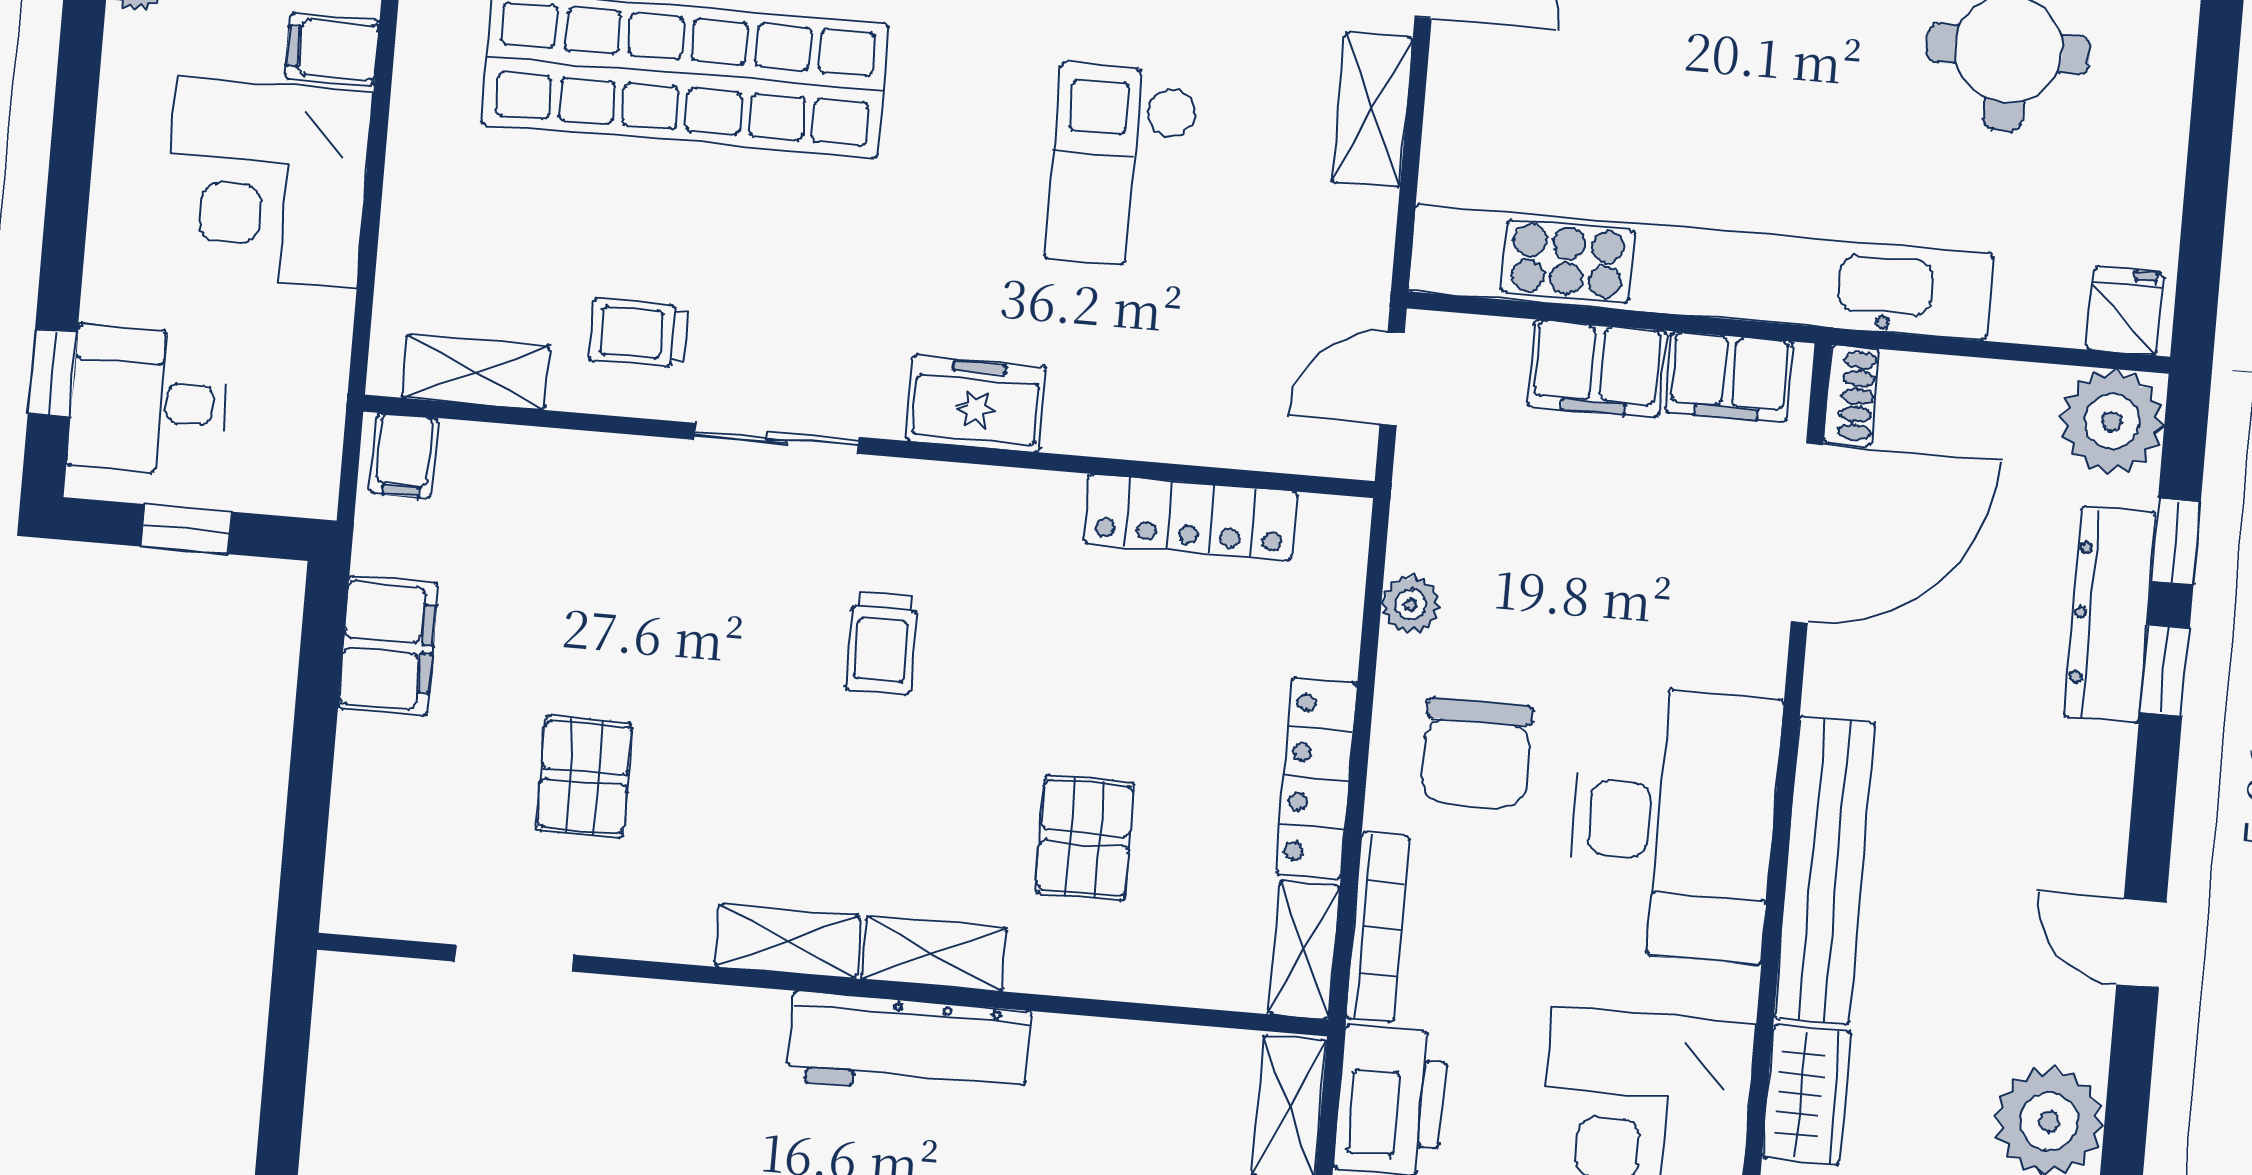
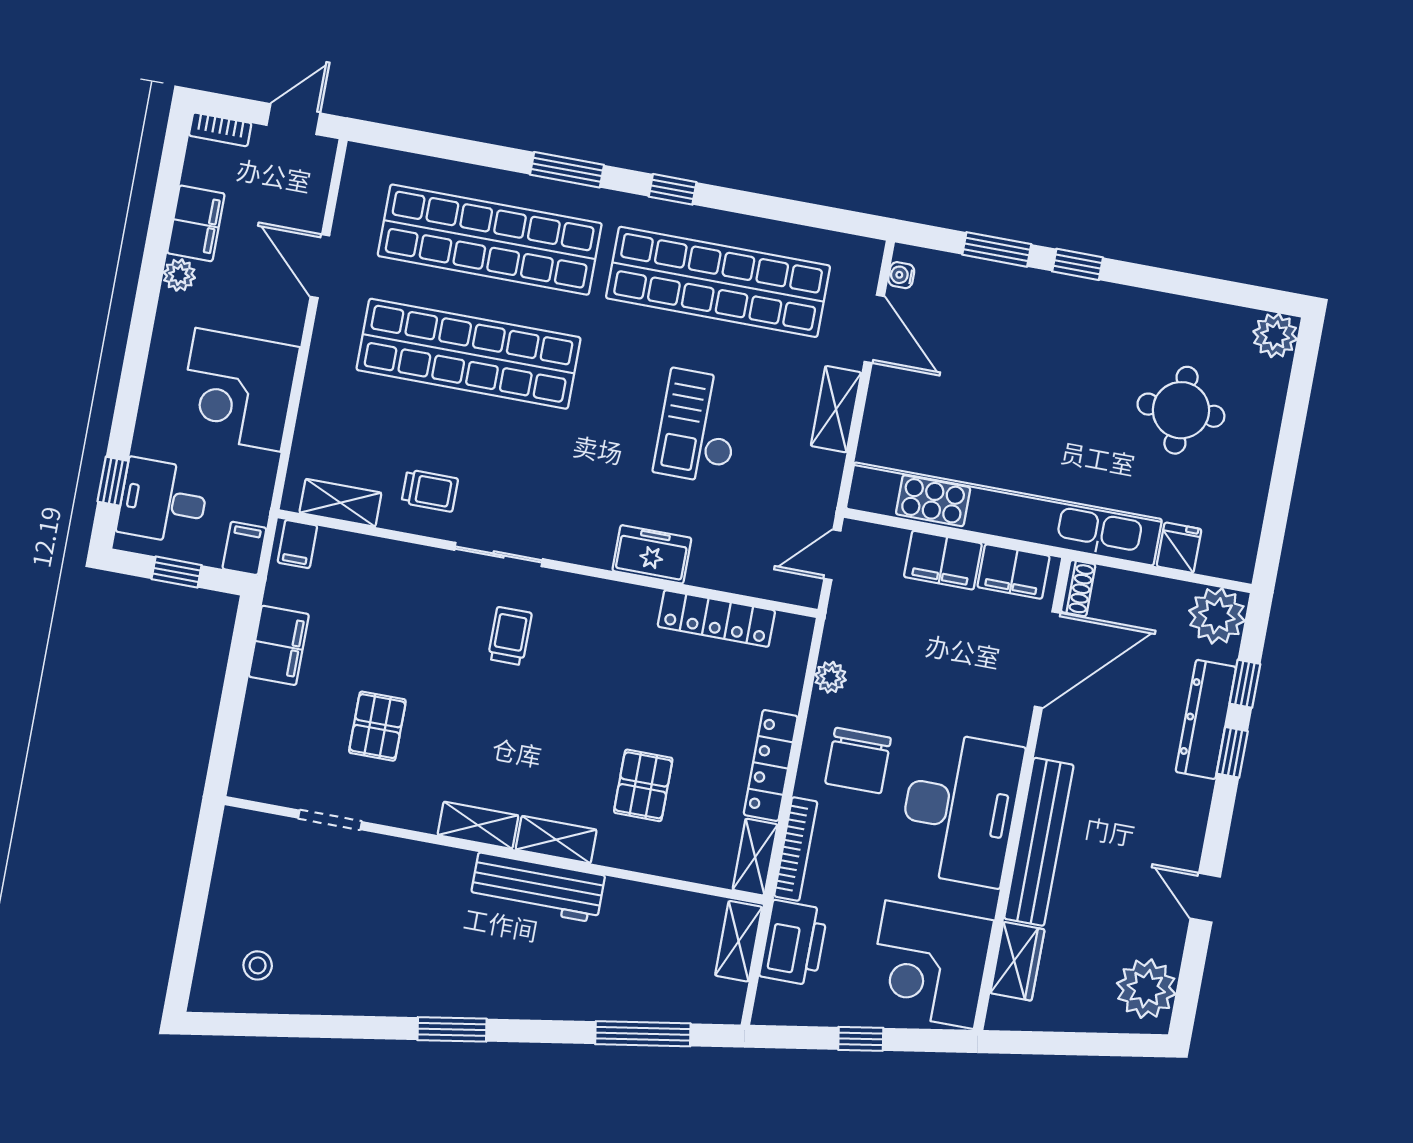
filing cabinet: (332, 49) -> (244, 548), moved, turned 90
fridge: (2125, 311) -> (1179, 548), moved
trolley: (638, 333) -> (430, 491), turned 180
freezer: (976, 403) -> (652, 554), moved
trolley: (881, 643) -> (510, 636), moved, turned 180

